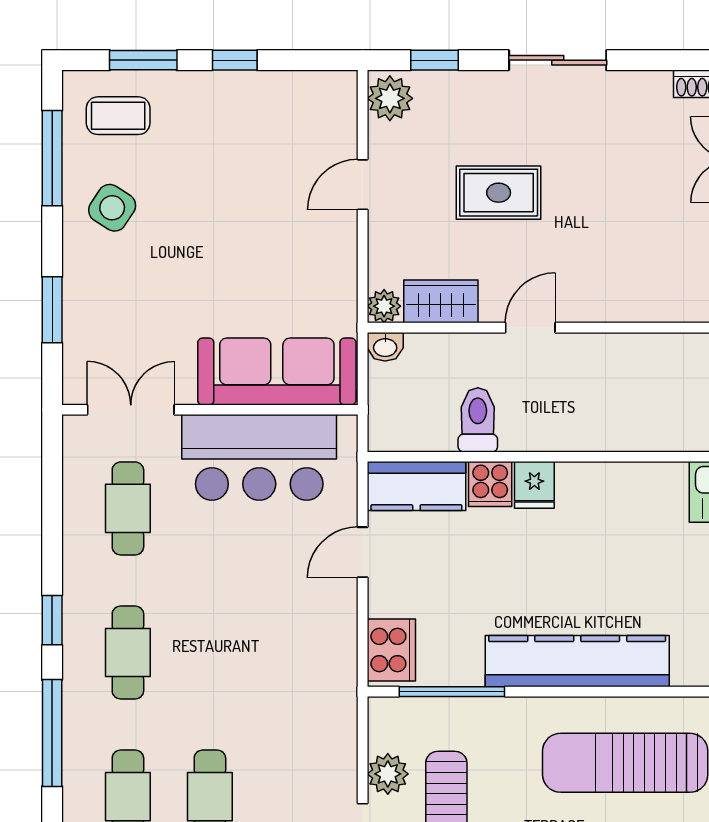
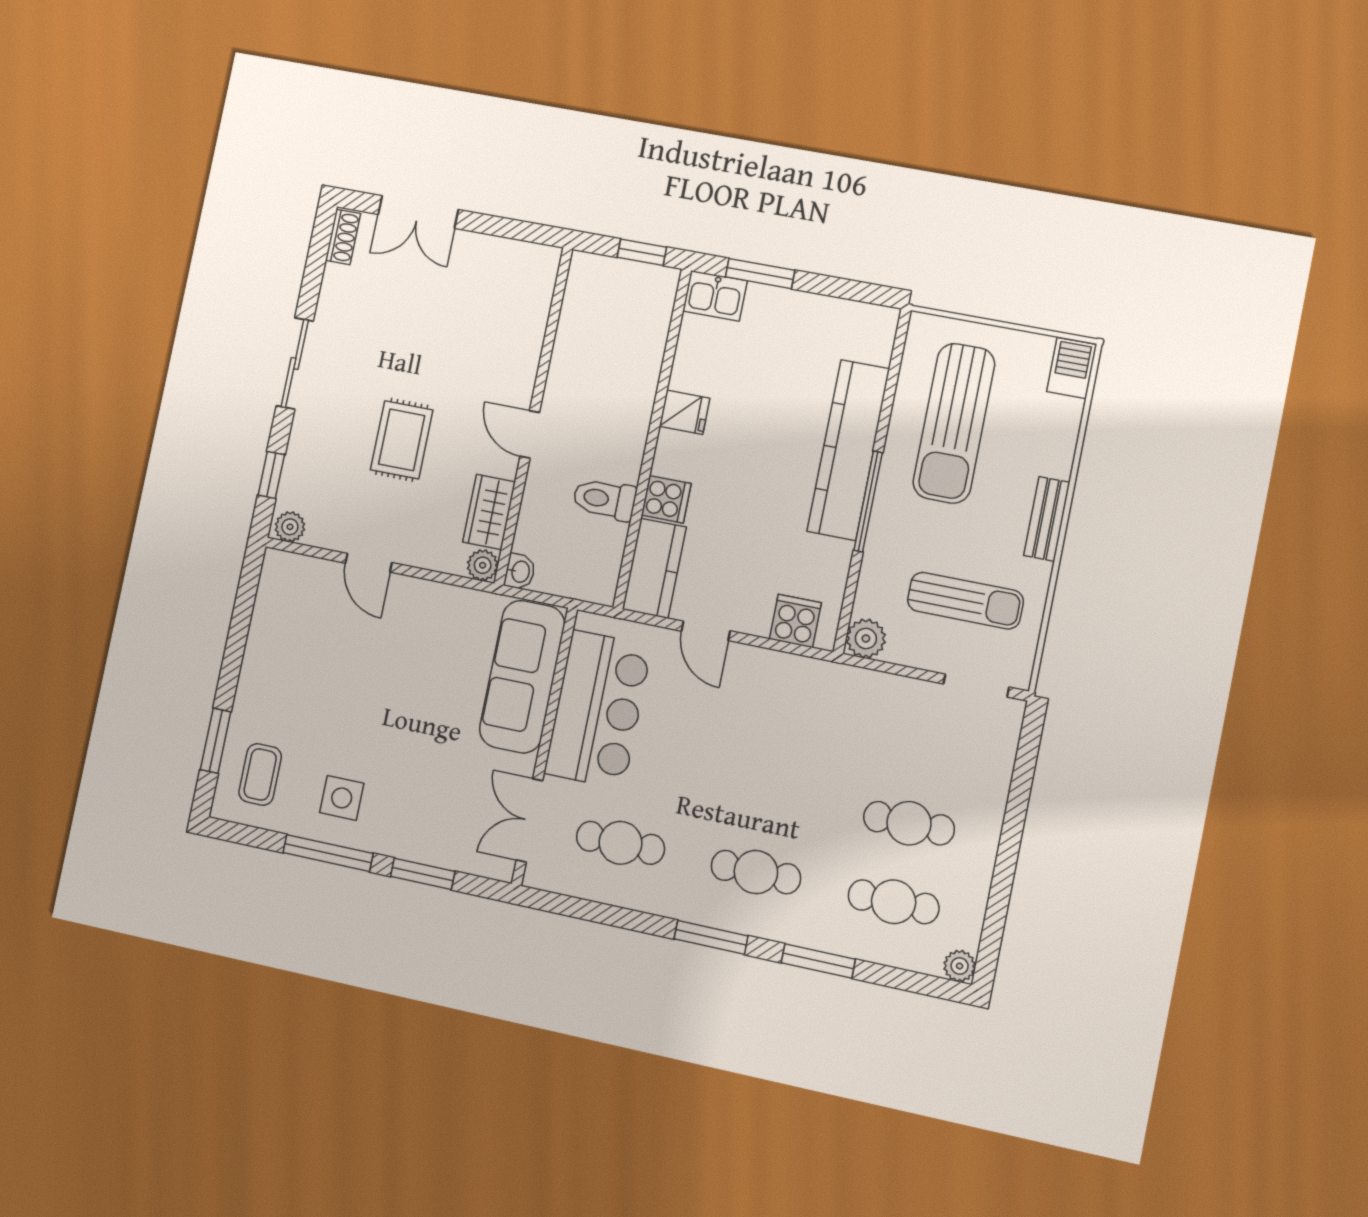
window: (235, 60) -> (233, 657), removed
plant: (390, 98) -> (290, 527), width x0.73, depth x0.73
window: (52, 158) -> (328, 853), moved
side table: (112, 208) -> (342, 798), turned -33
fridge: (534, 485) -> (685, 412), moved
window: (52, 620) -> (711, 937), width x1.50
cooker: (391, 650) -> (795, 621), width x0.73
window: (452, 692) -> (868, 501), moved
window: (52, 733) -> (818, 961), width x0.69
plant: (388, 774) -> (866, 638), moved

